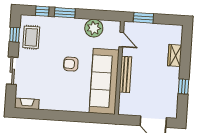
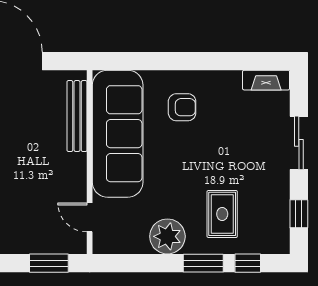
plant: (94, 28) -> (167, 236), moved
rug: (31, 37) -> (222, 214), moved
armchair: (71, 64) -> (182, 107), moved
bench: (125, 74) -> (77, 116), moved

